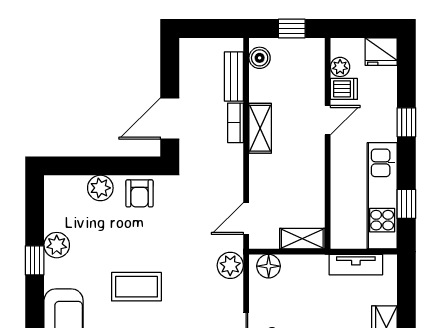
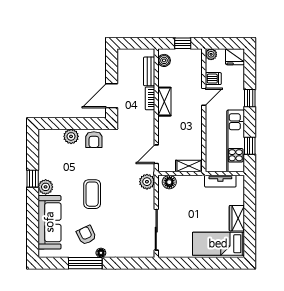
plant: (340, 67) -> (211, 54), moved
plant: (57, 245) -> (46, 187), moved
coffee table: (136, 287) -> (92, 194), turned 90

